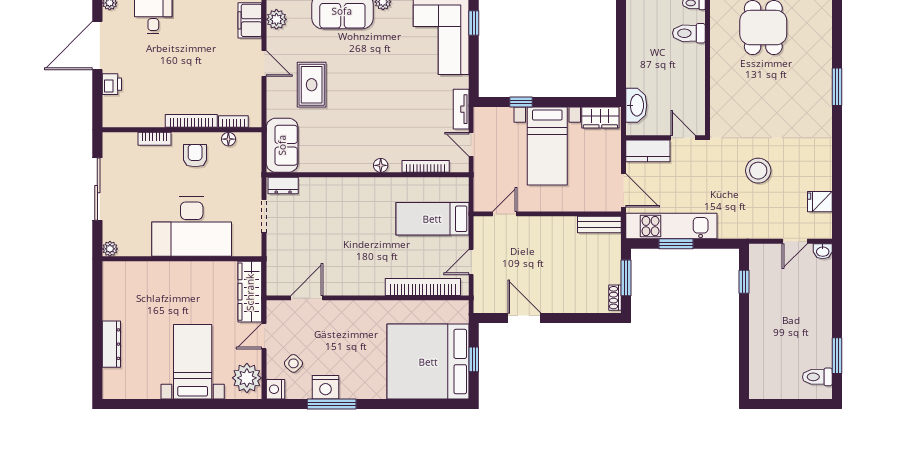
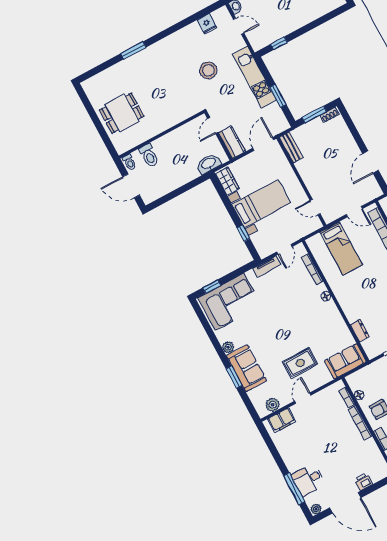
dresser: (283, 186) -> (360, 331), moved
kitchen unit: (671, 226) -> (254, 77), moved

